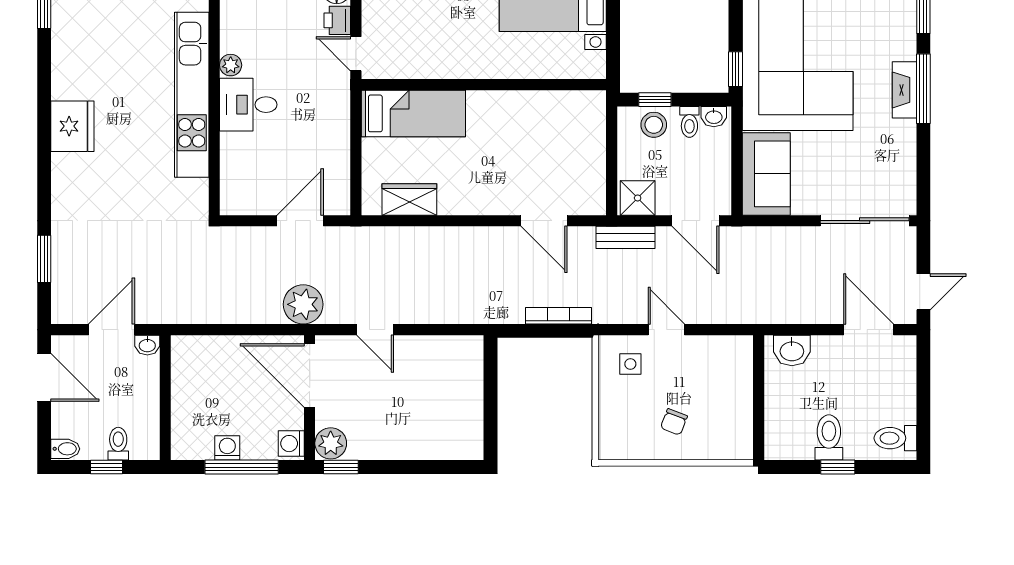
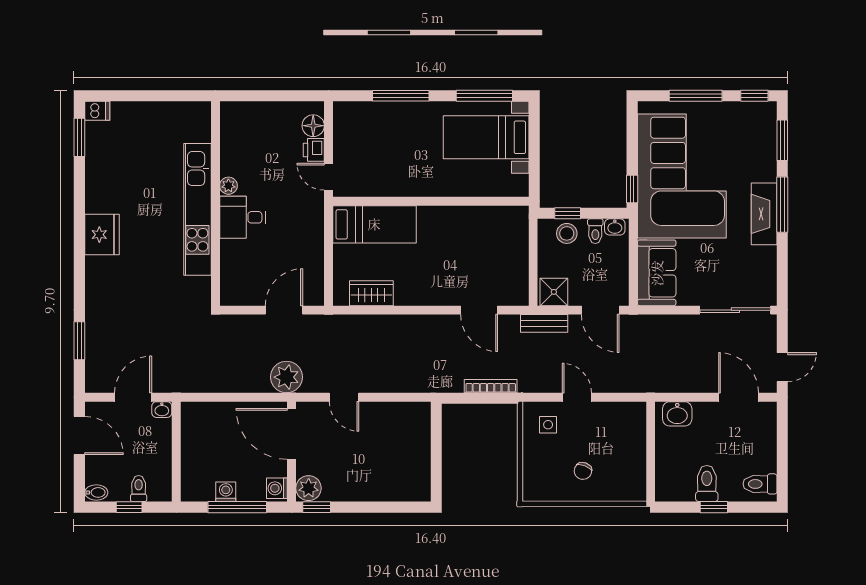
fireplace: (904, 90) -> (764, 214), width x1.37, depth x1.32

